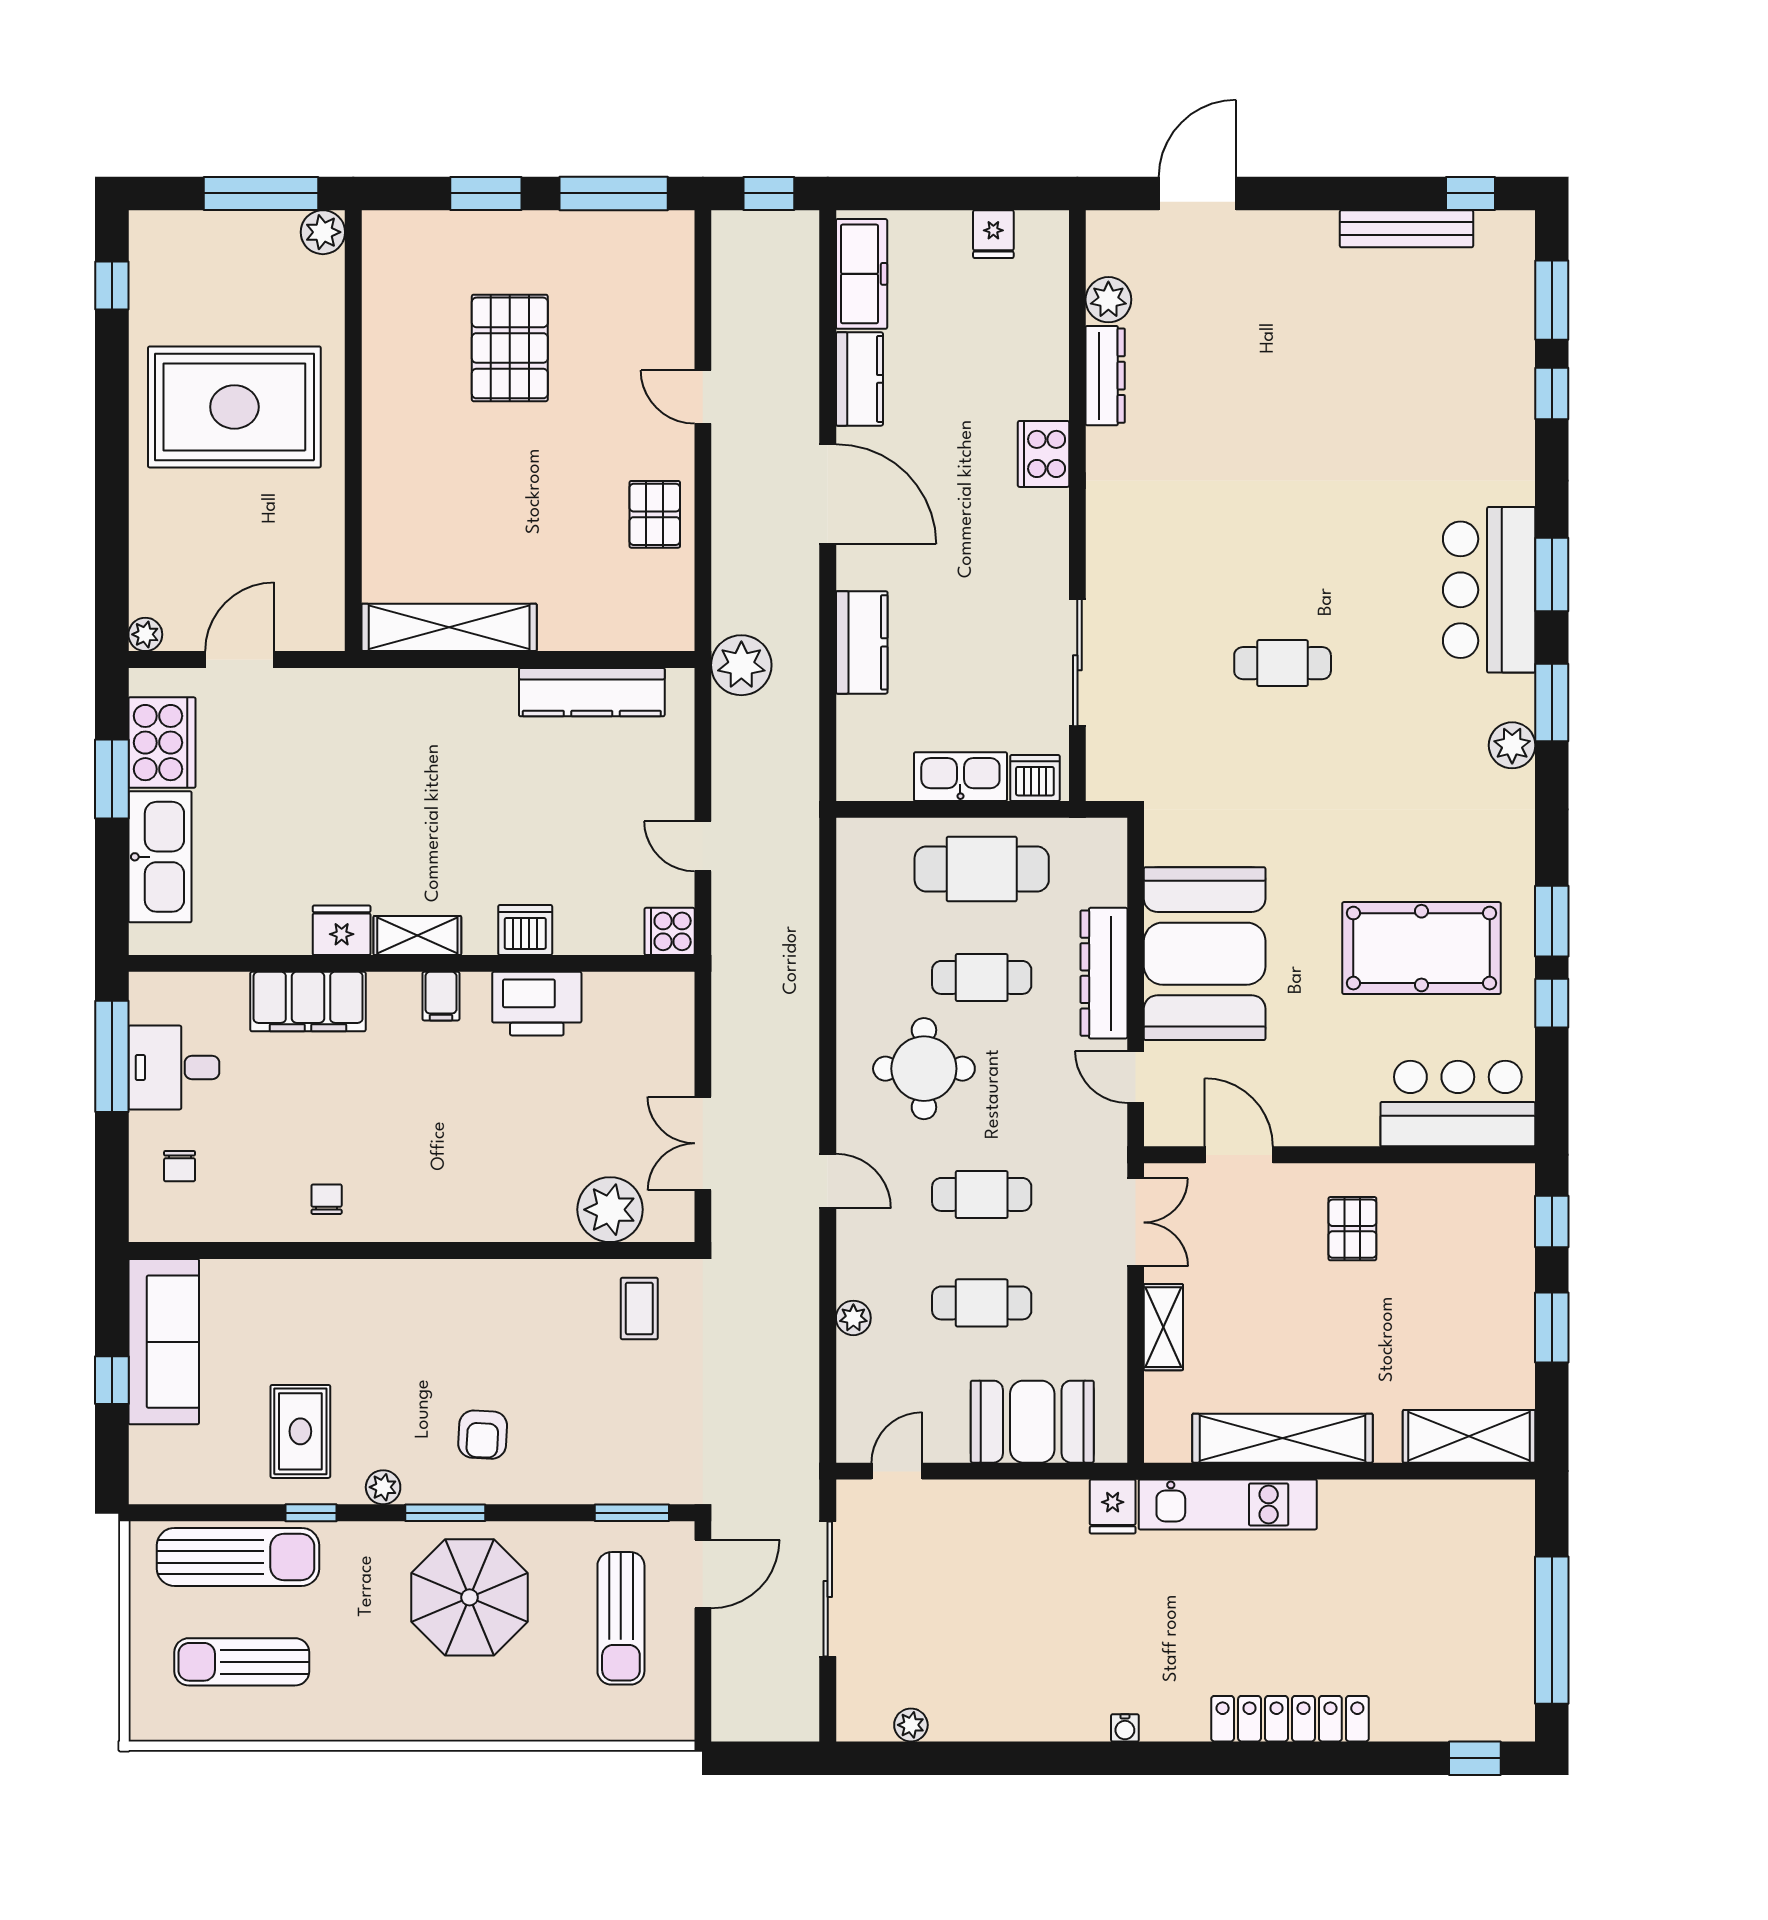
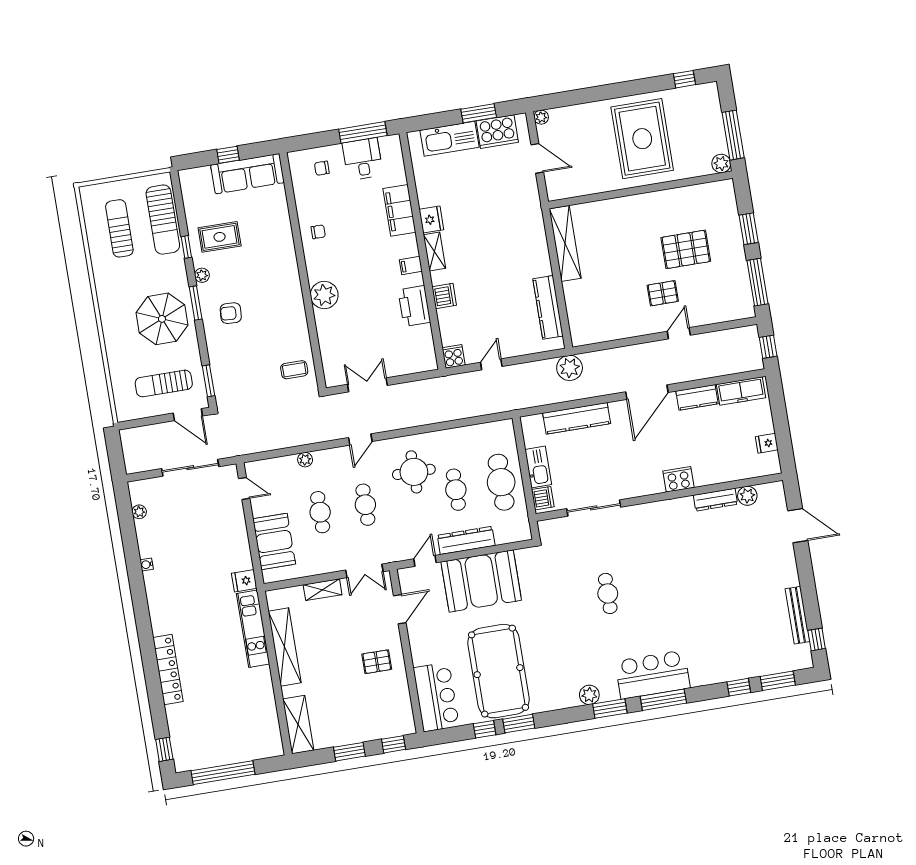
pallet: (655, 514) -> (663, 293), moved
window: (1552, 574) -> (663, 700), width x1.44
kitchen counter: (862, 642) -> (577, 418), width x1.50
pool table: (1421, 948) -> (499, 671), width x1.36, depth x1.32
plant: (610, 1210) -> (324, 295), moved
water cooler: (1125, 1728) -> (147, 564), moved

